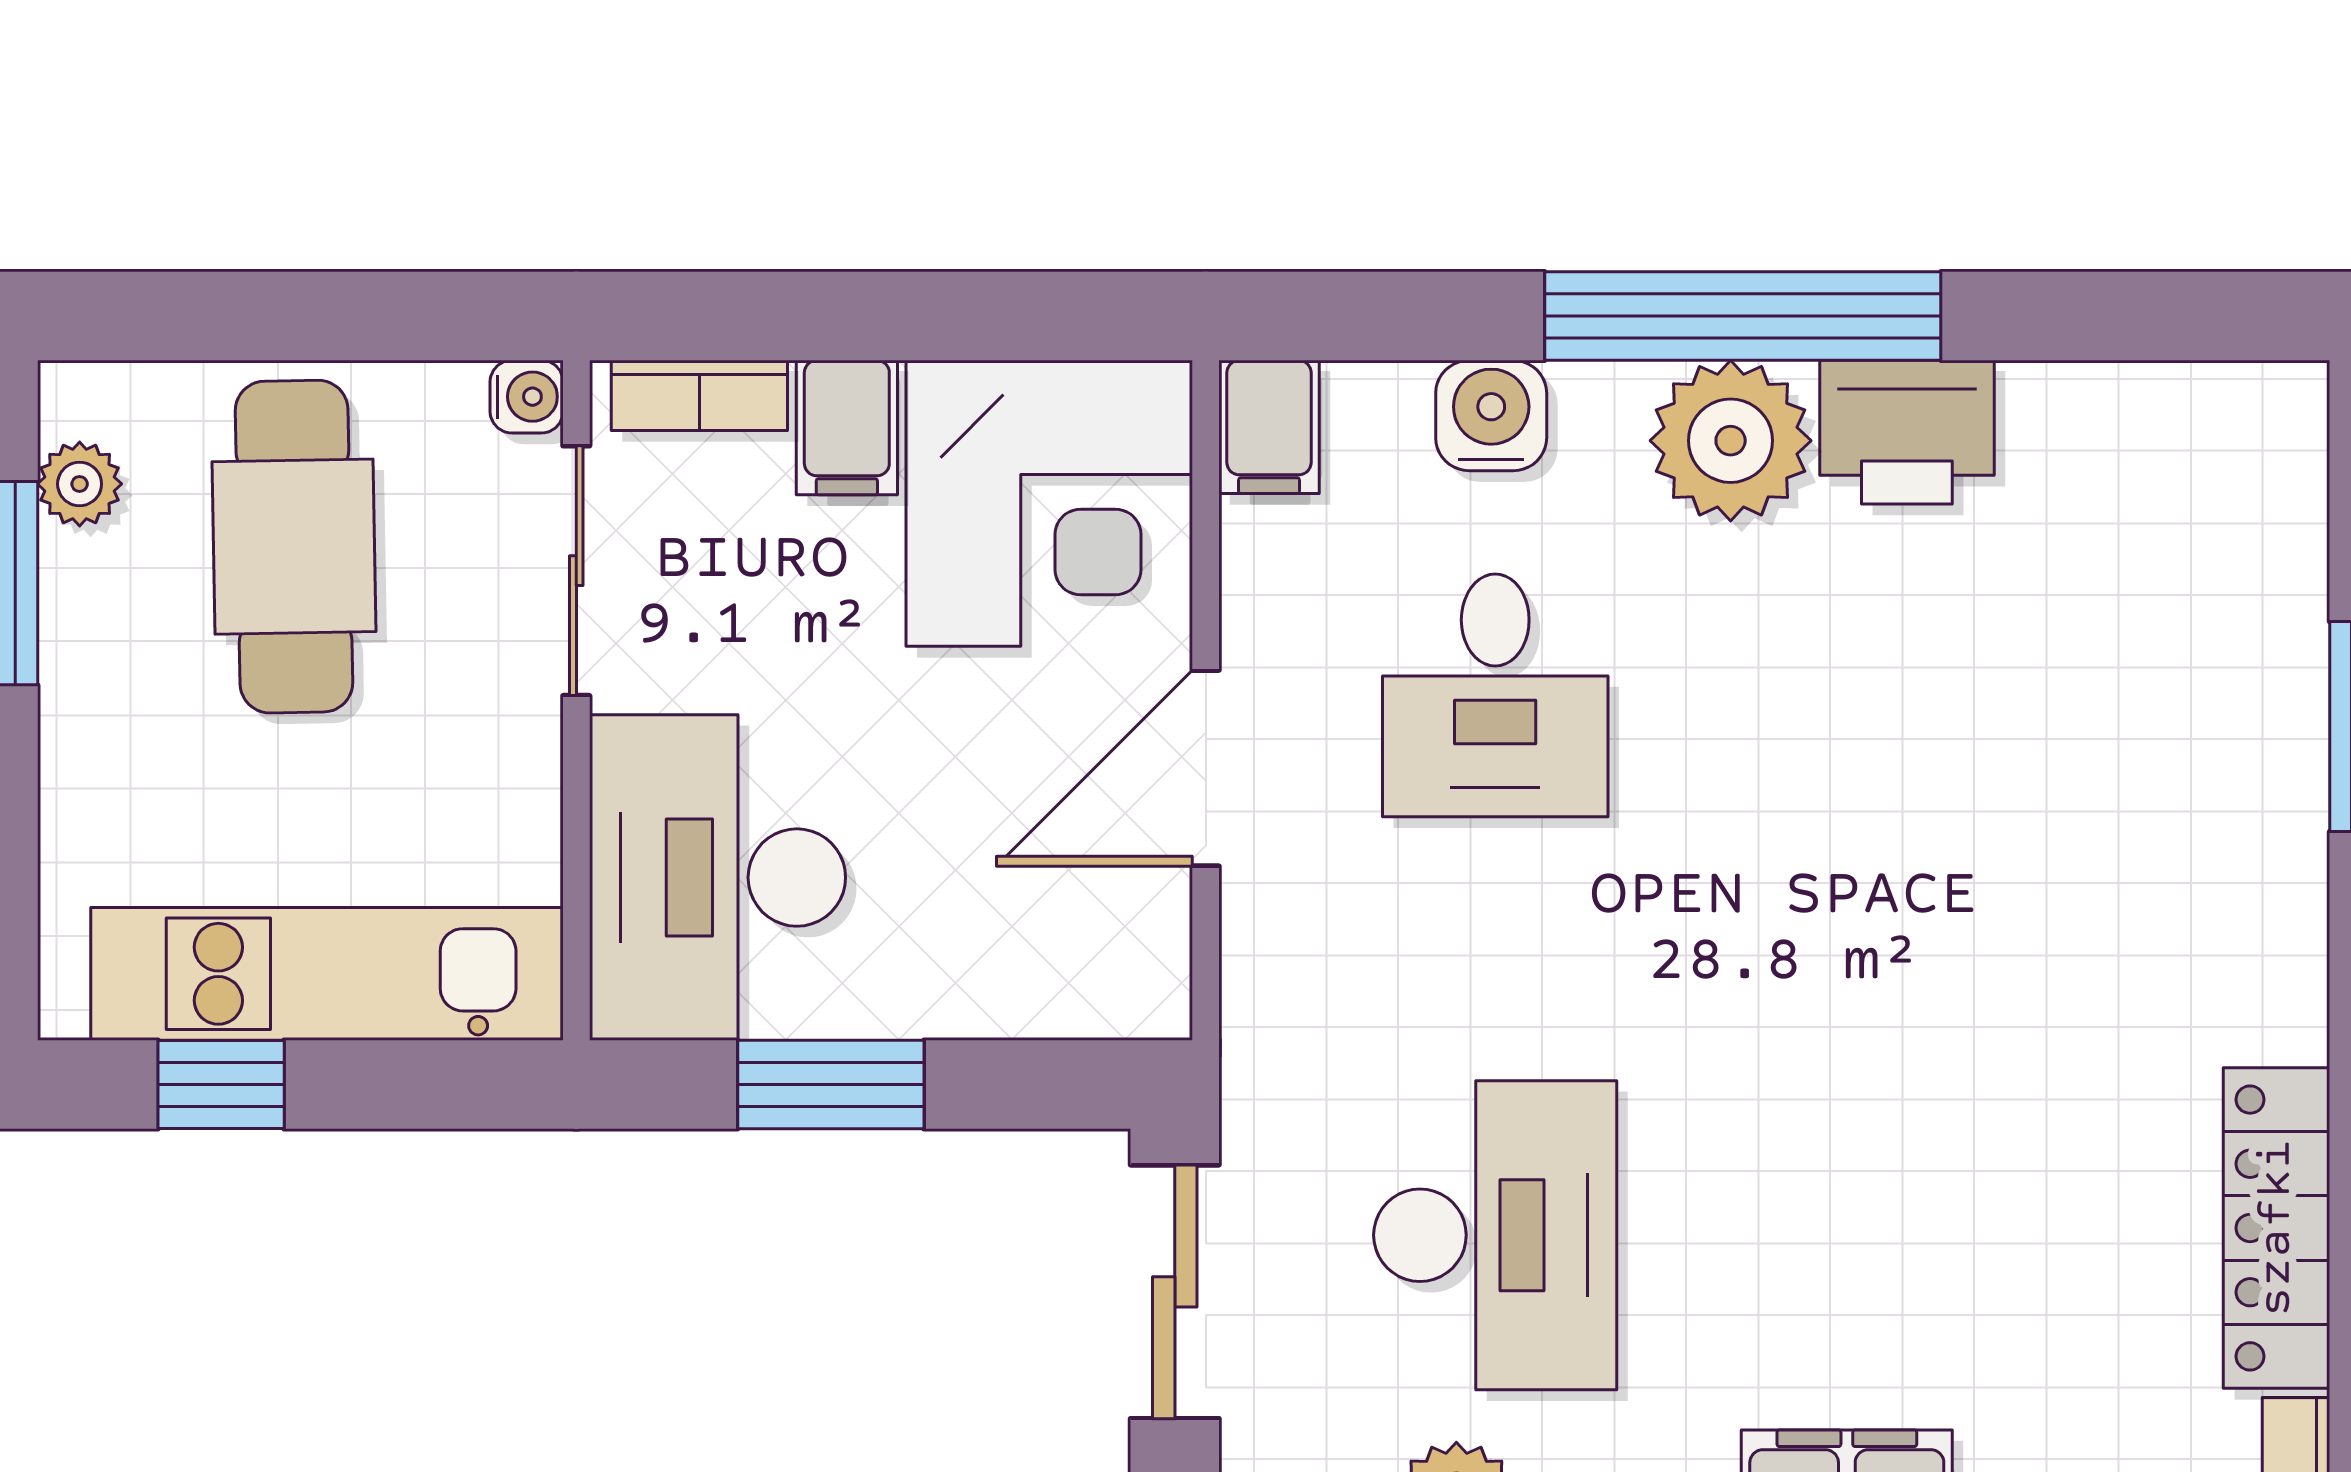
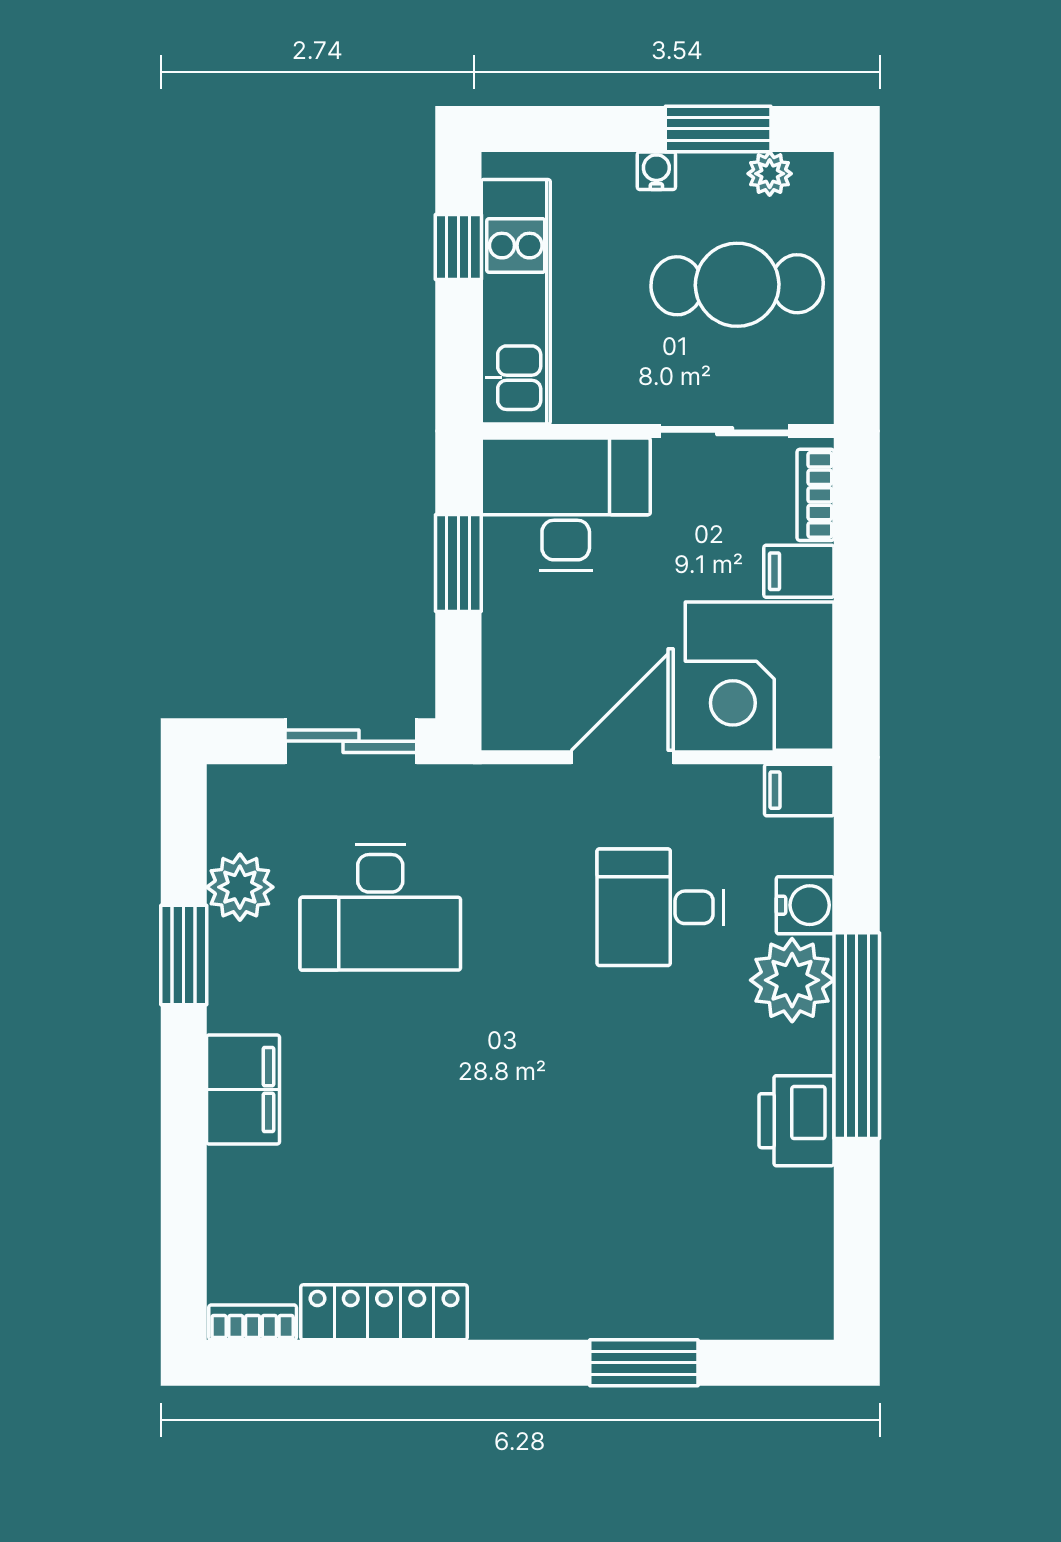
water cooler: (527, 397) -> (656, 171), moved, turned 180
plant: (1731, 441) -> (792, 980), moved
door: (1206, 768) -> (622, 757), hinge flipped

